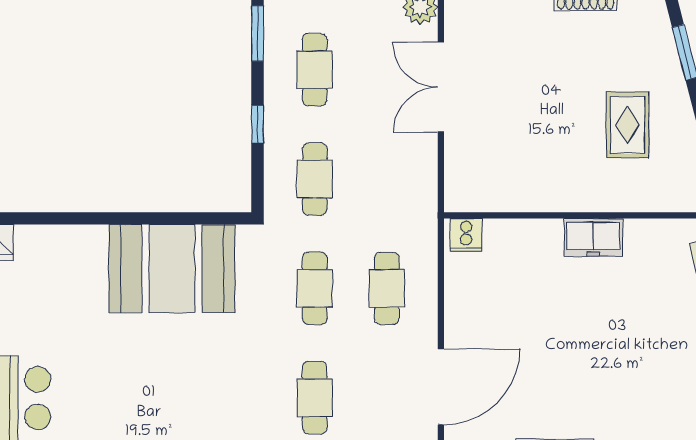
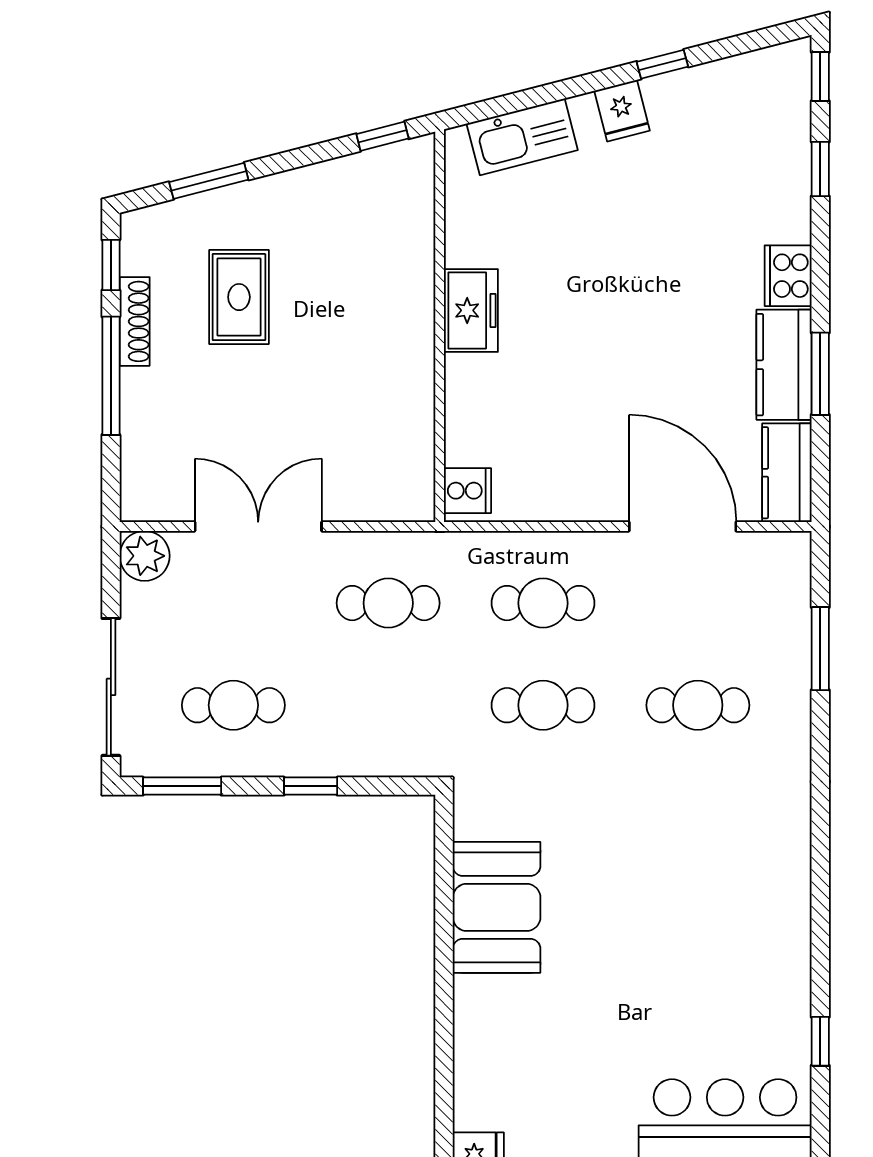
double door: (441, 87) -> (258, 527), swing flipped
rug: (627, 125) -> (239, 297), moved, turned 90
cafe table: (315, 179) -> (388, 603), moved
booth: (172, 269) -> (497, 907), width x0.73, depth x0.70

